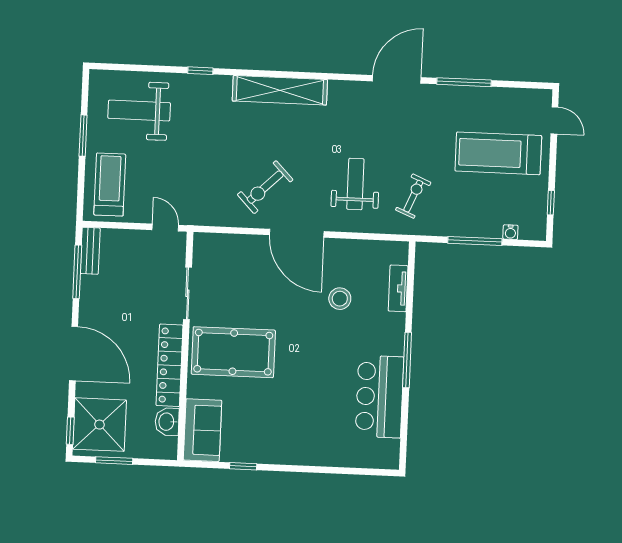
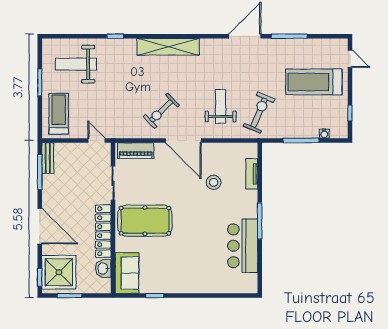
exercise bike: (413, 196) -> (259, 113), width x1.38, depth x1.39
piano: (224, 245) -> (136, 151), added

